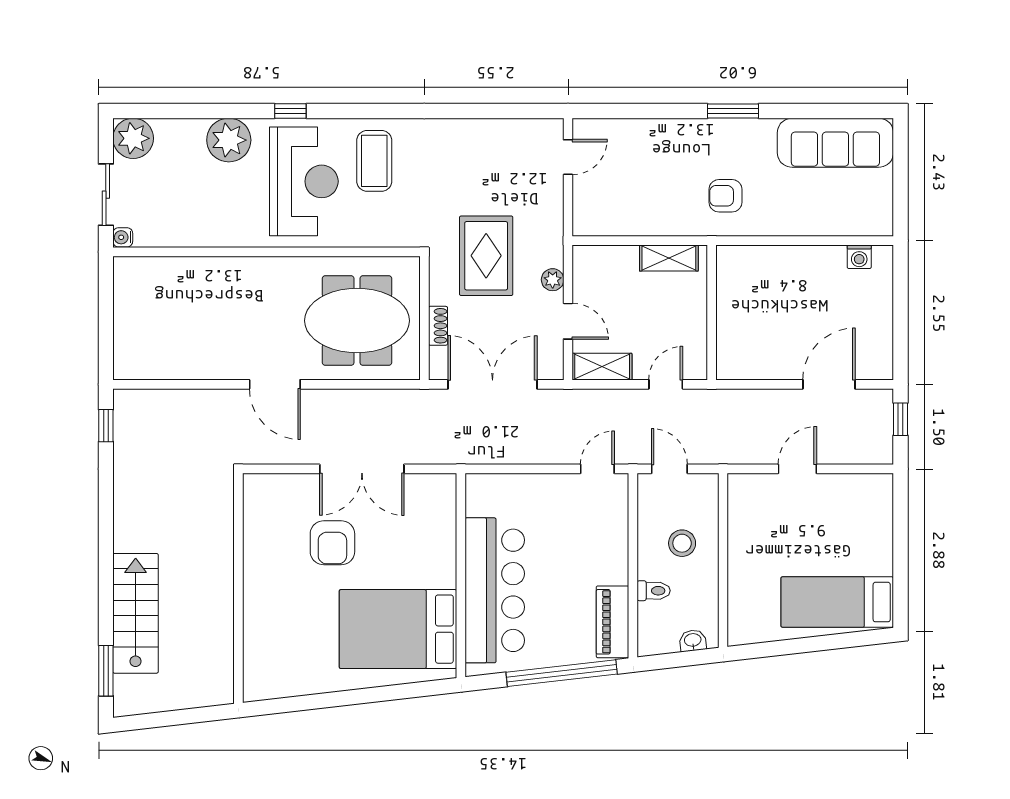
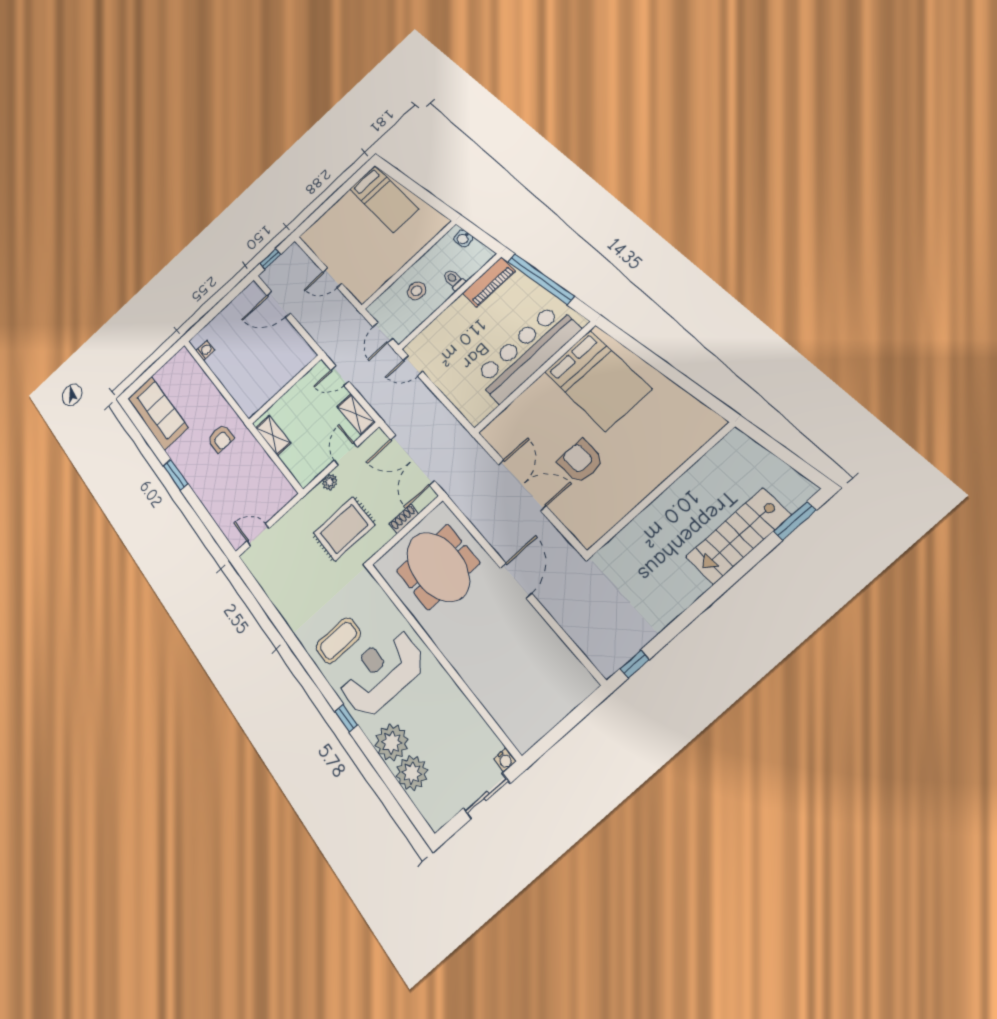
plant: (133, 138) -> (412, 773), moved
armchair: (332, 543) -> (581, 461), turned -90

